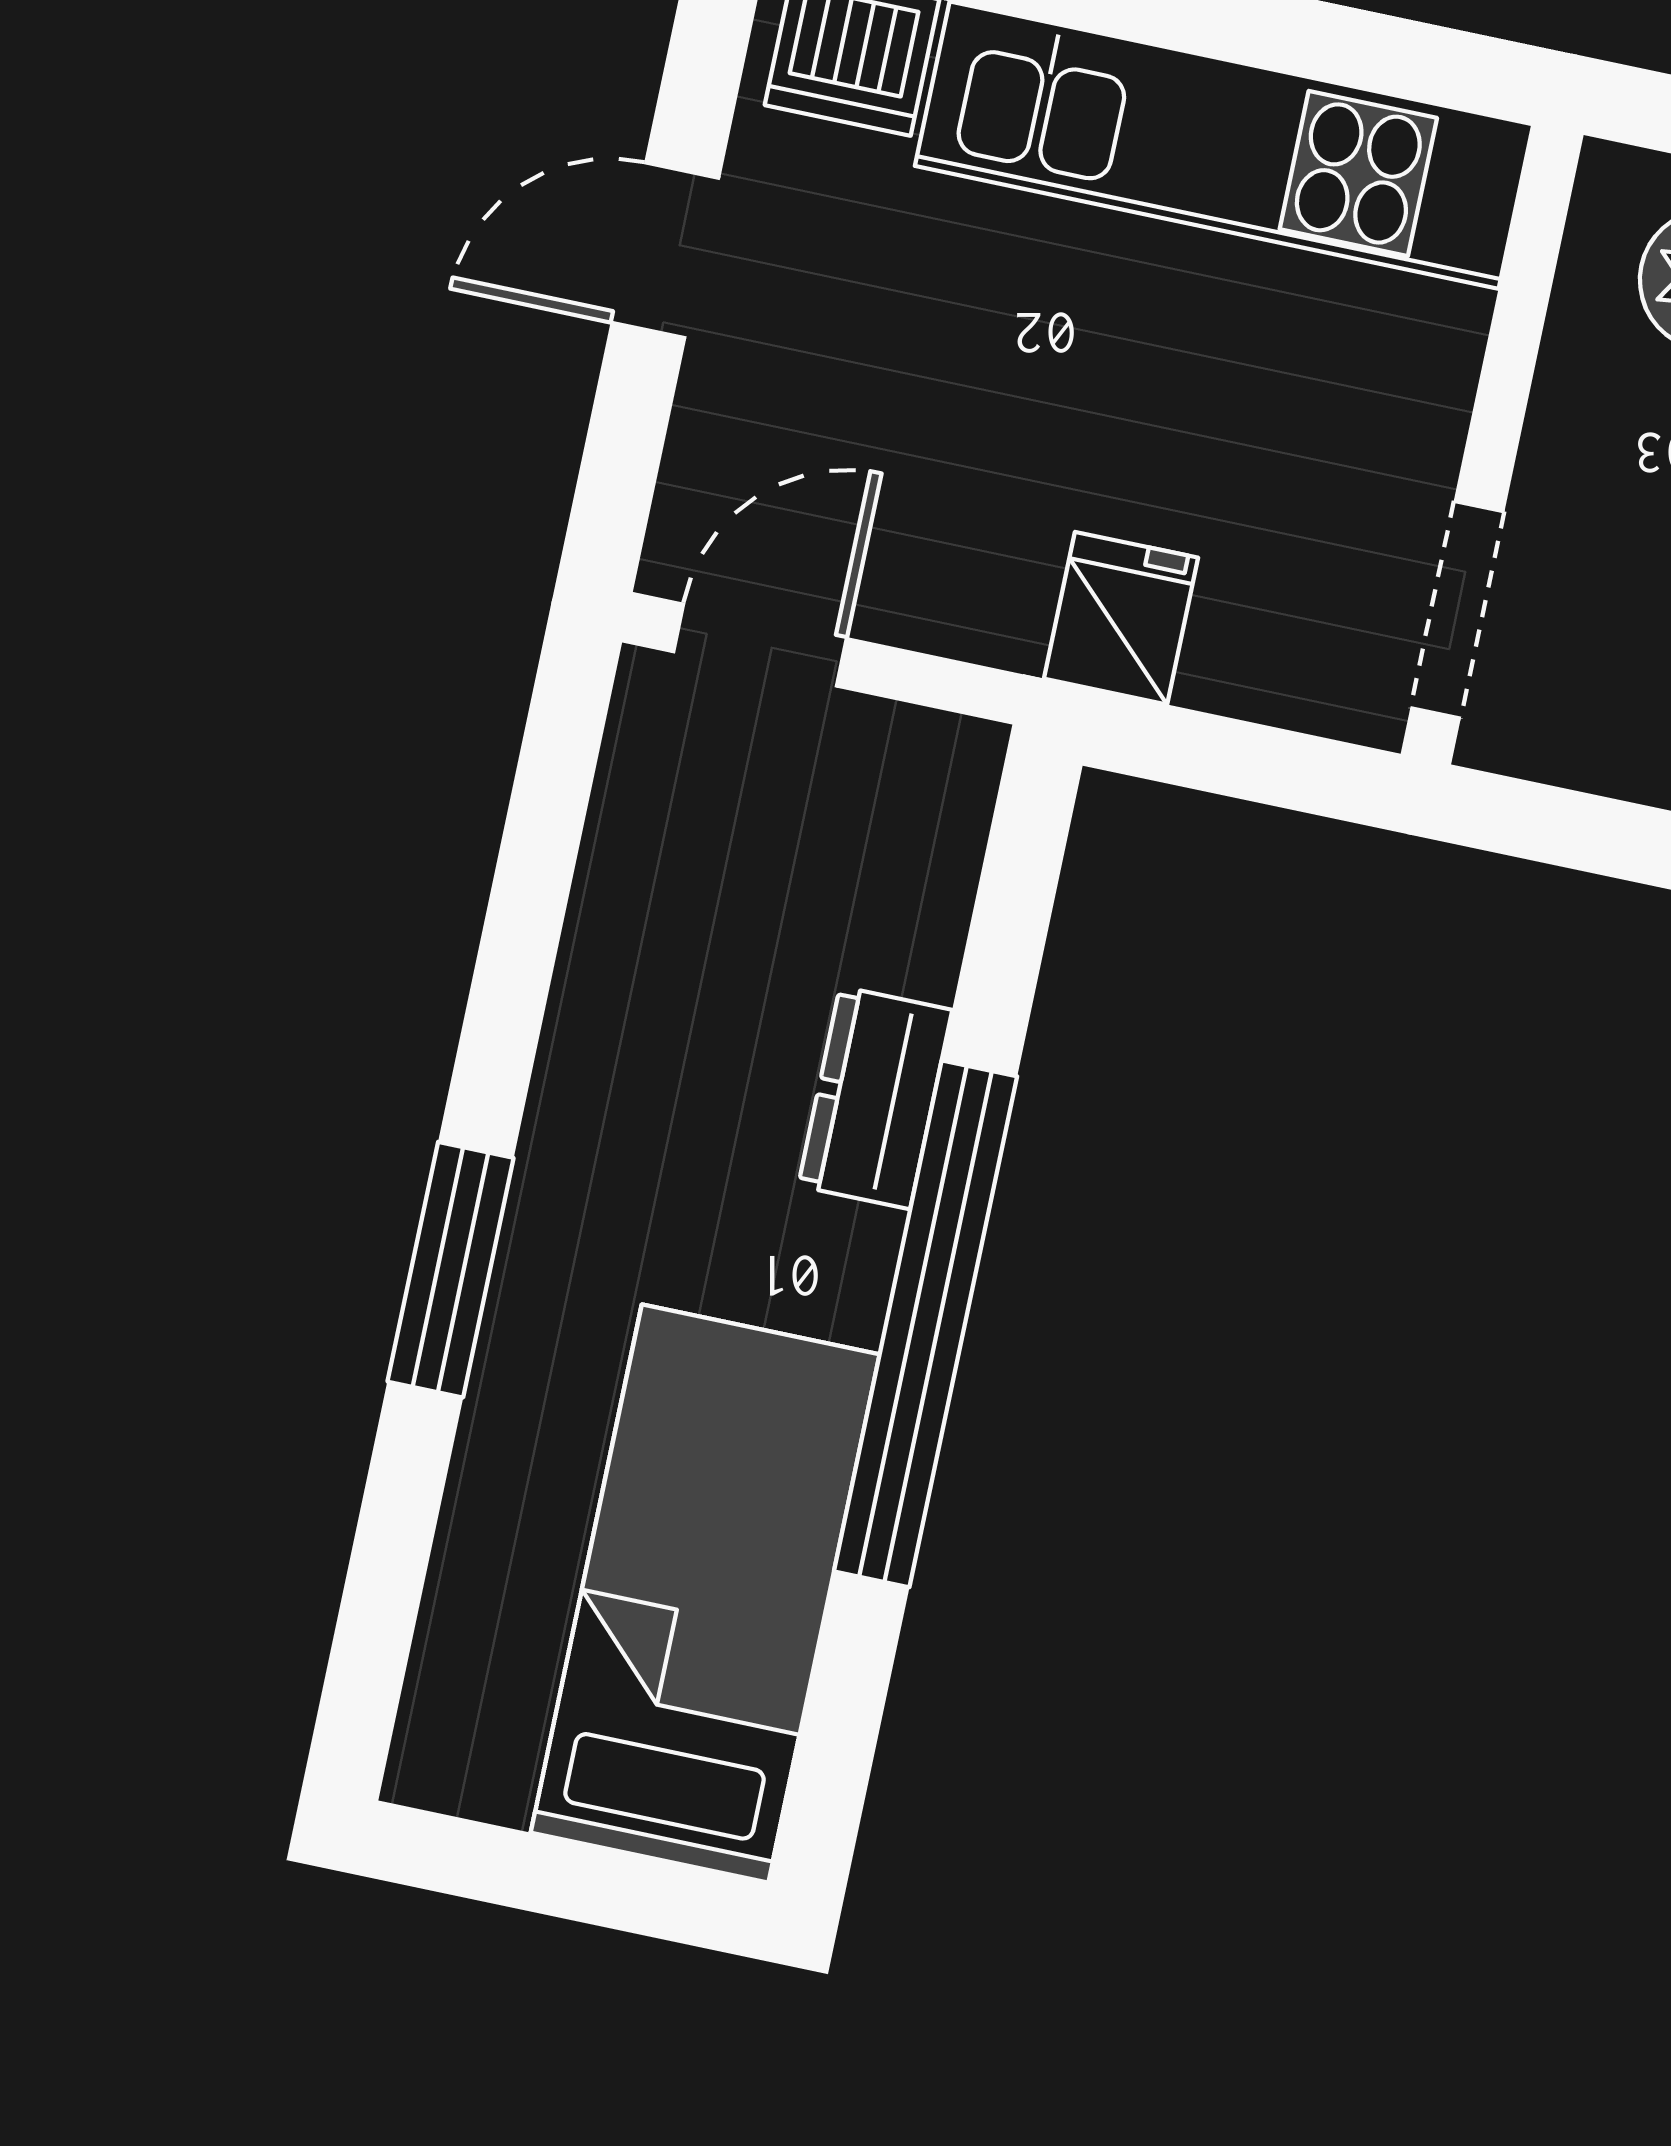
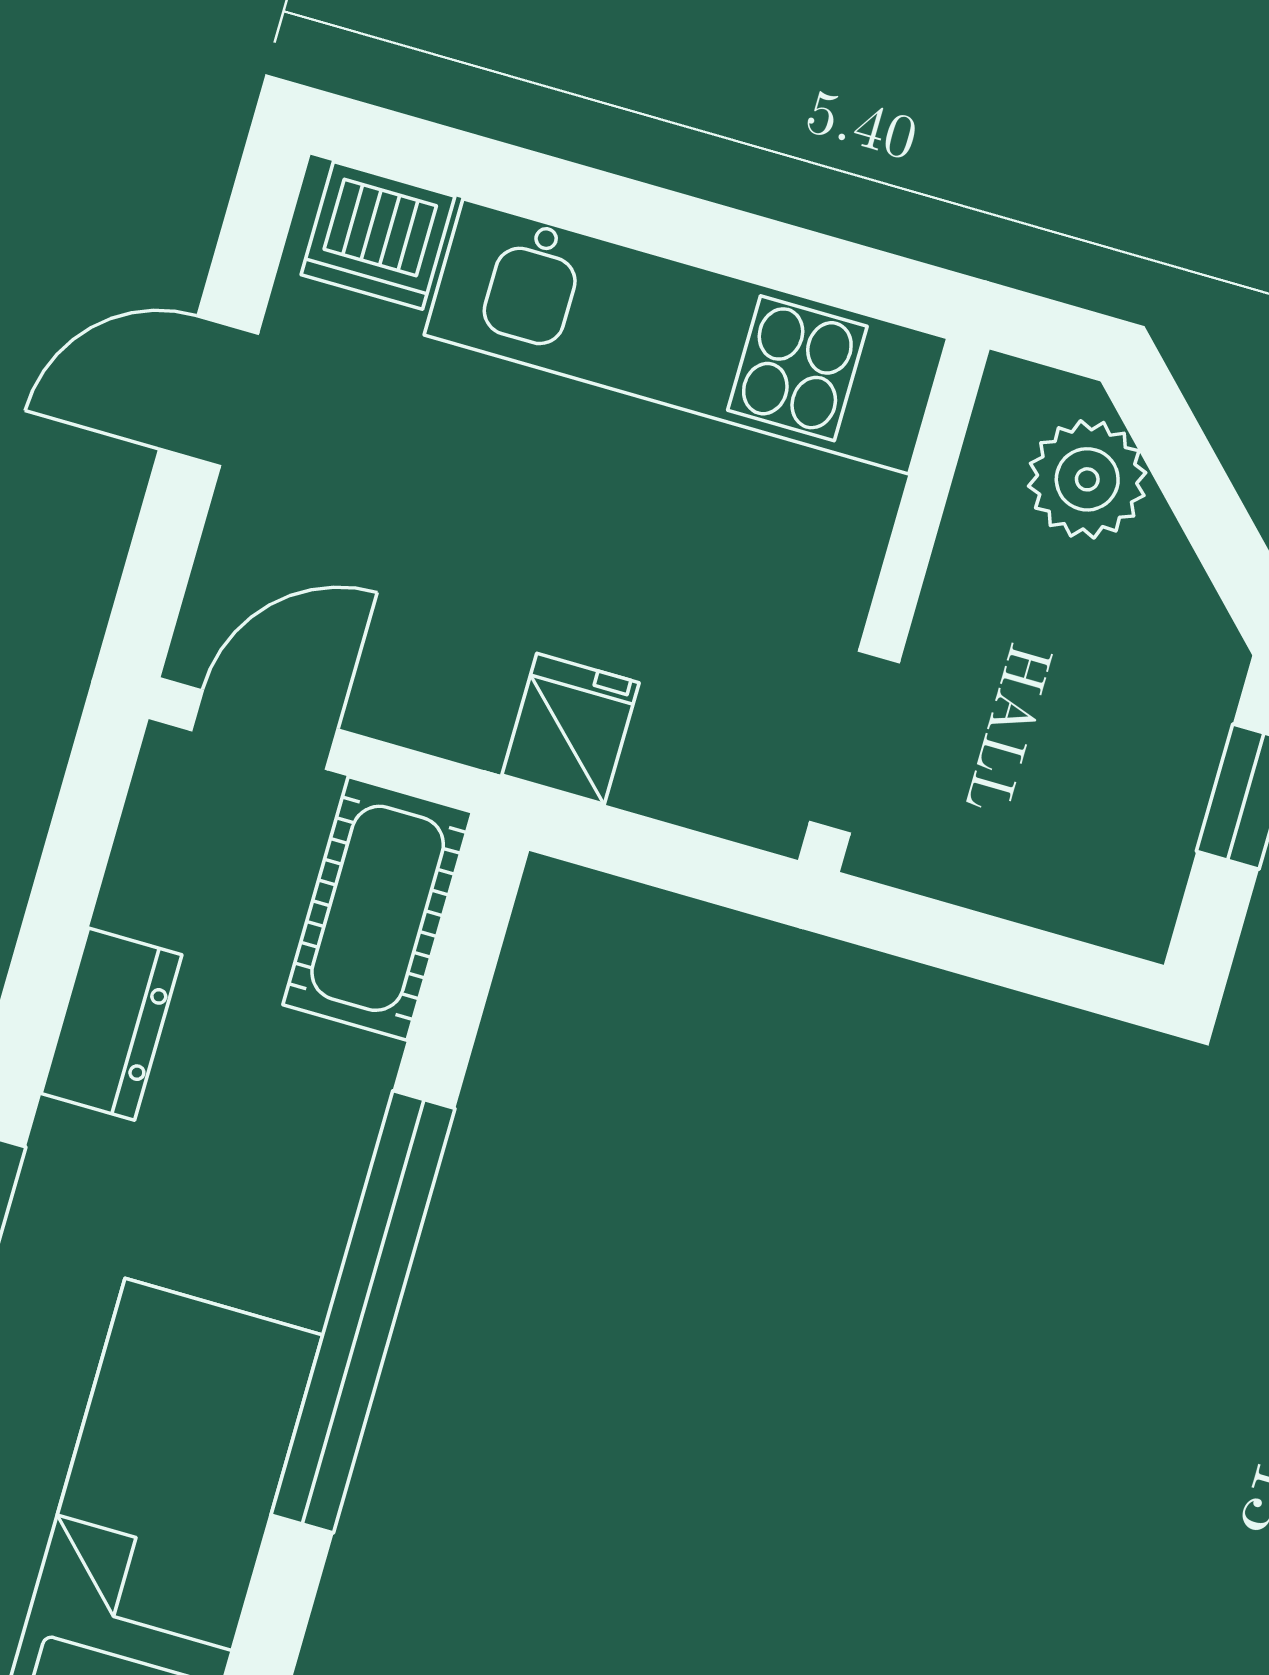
cot: (909, 846) -> (378, 908), added
dresser: (875, 1098) -> (111, 1024), moved, turned 180

